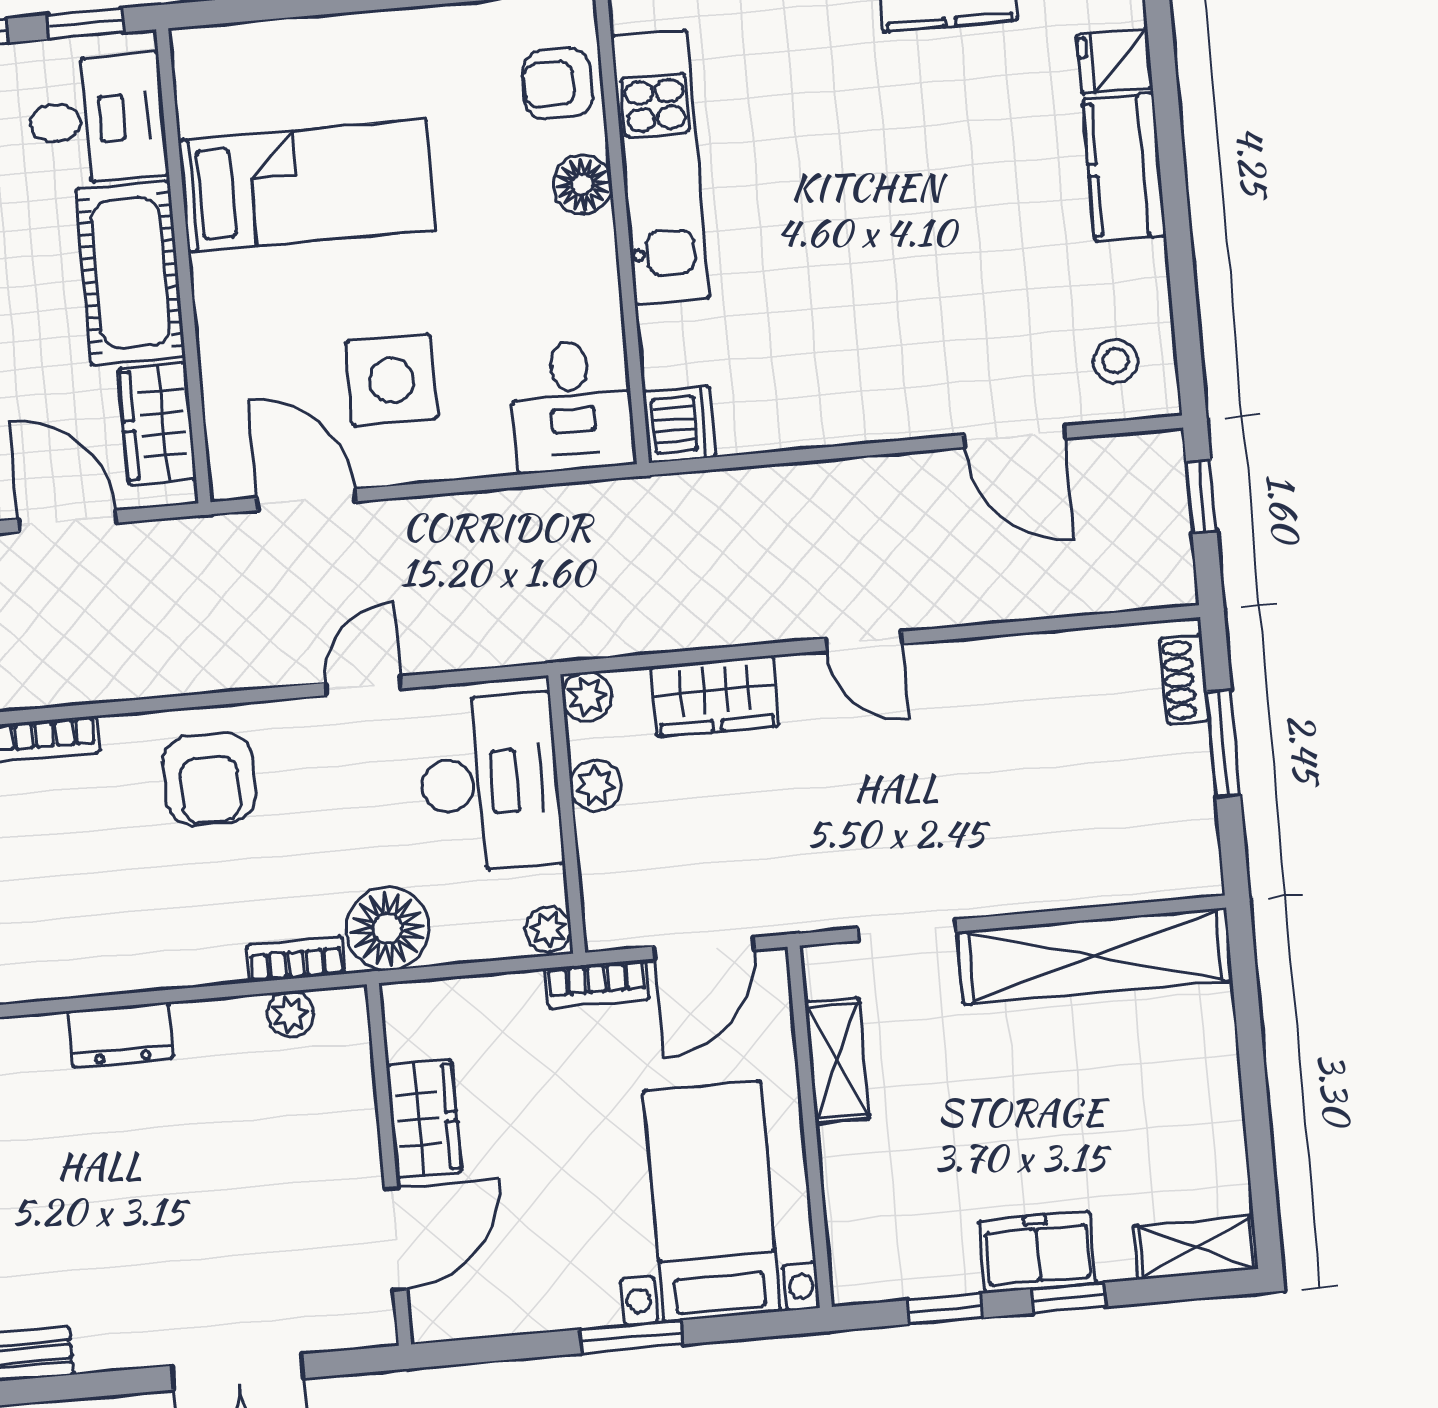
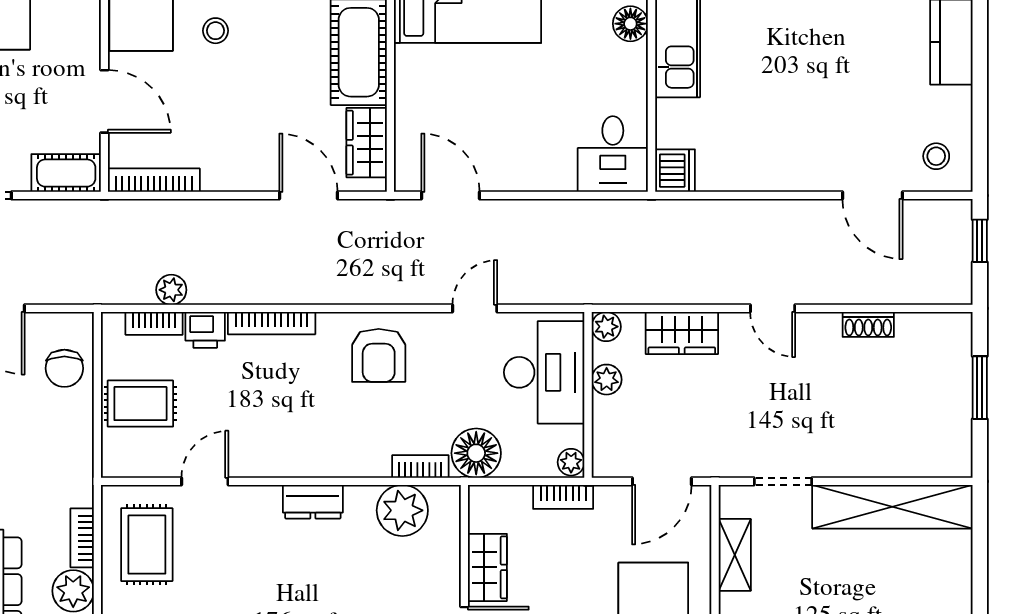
side table: (391, 380) -> (507, 129), removed
shoe rack: (1185, 680) -> (868, 324), moved, turned -90
bookcase: (597, 984) -> (563, 497), moved
plant: (291, 1014) -> (402, 510), width x1.88, depth x1.88

